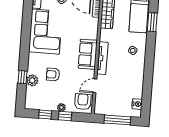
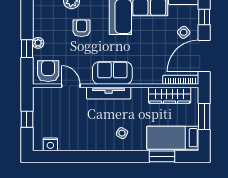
armchair: (83, 102) -> (48, 71), turned -90
window: (45, 114) -> (27, 22), removed
window: (117, 120) -> (27, 119), width x0.46

